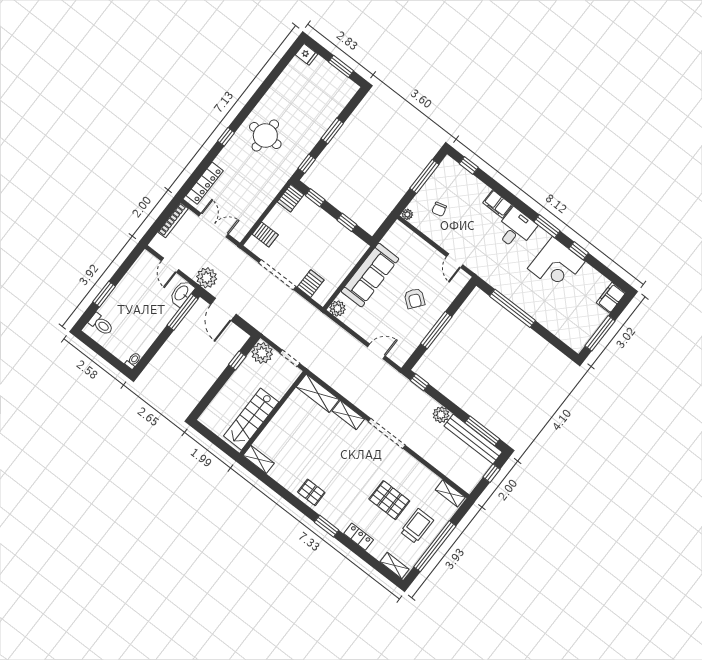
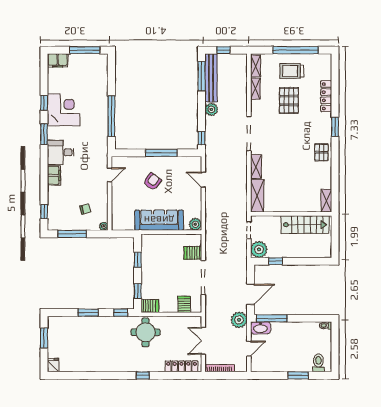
round table: (265, 136) -> (146, 332), moved
locker: (359, 537) -> (326, 96), width x1.53
shelving: (395, 565) -> (255, 89), moved

